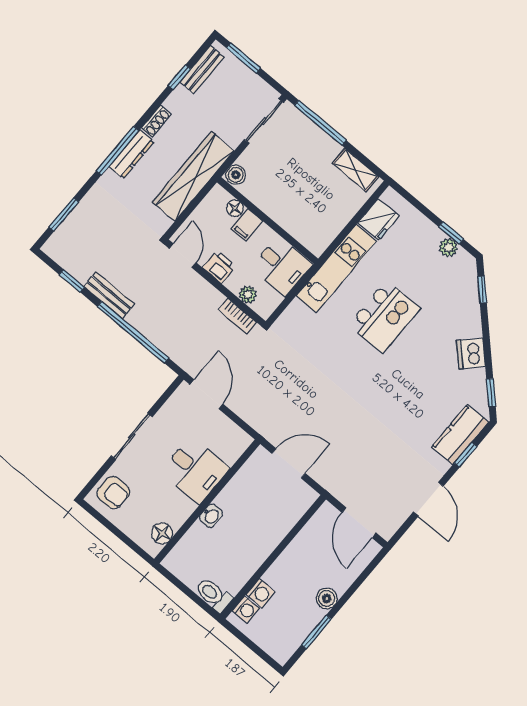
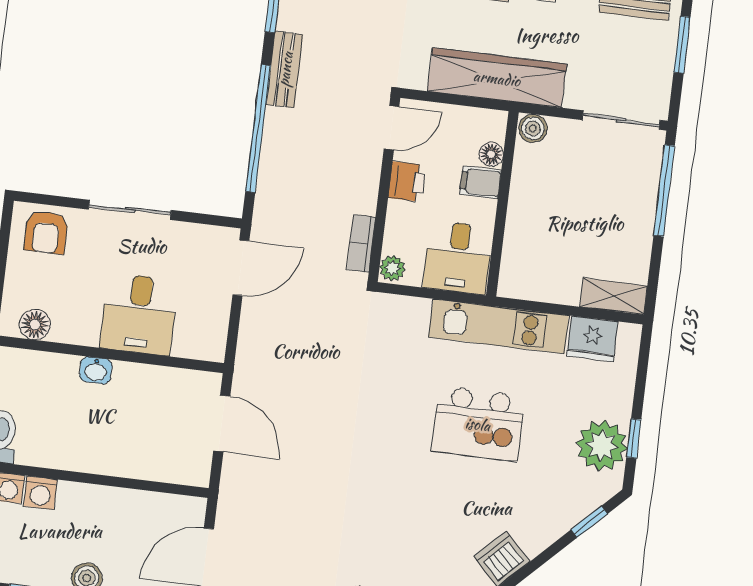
shelving: (356, 170) -> (614, 296), moved, turned 90
plant: (449, 247) -> (602, 446), width x1.88, depth x1.88
plant: (248, 295) -> (392, 268), moved

